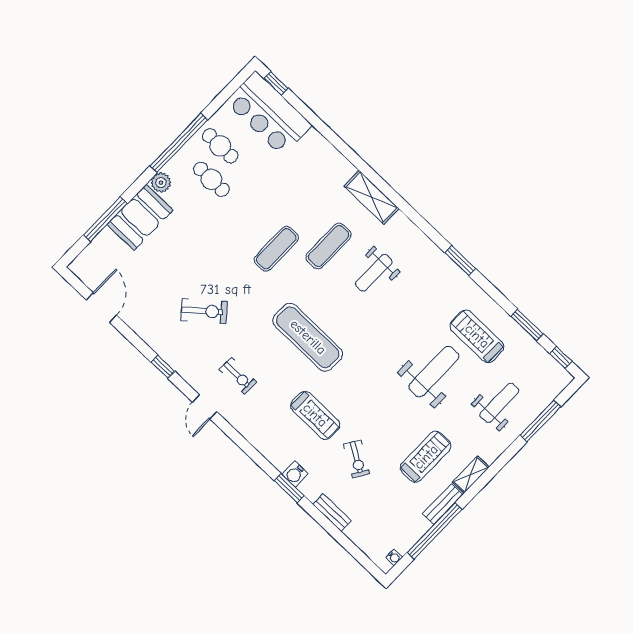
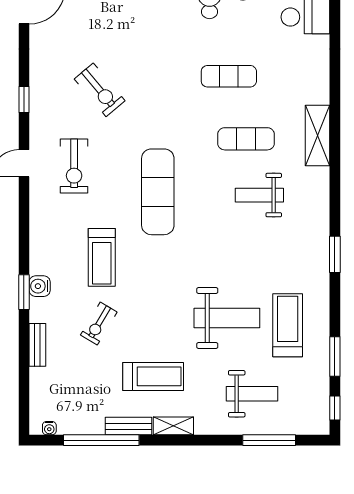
exercise mat: (276, 249) -> (229, 76), moved
exercise bike: (238, 376) -> (74, 166), width x1.38, depth x1.39

